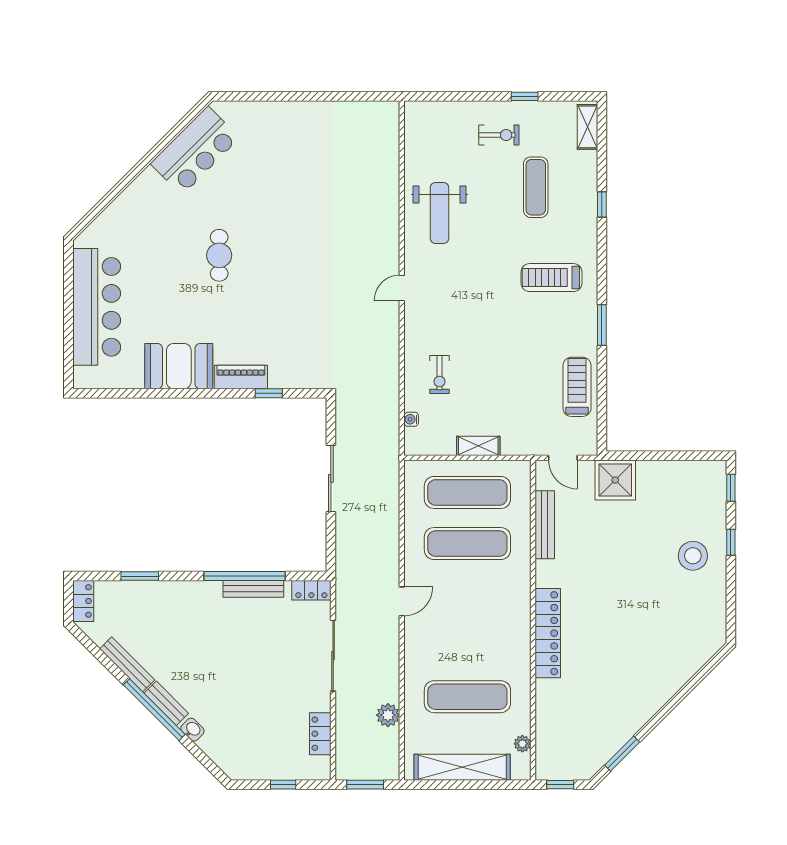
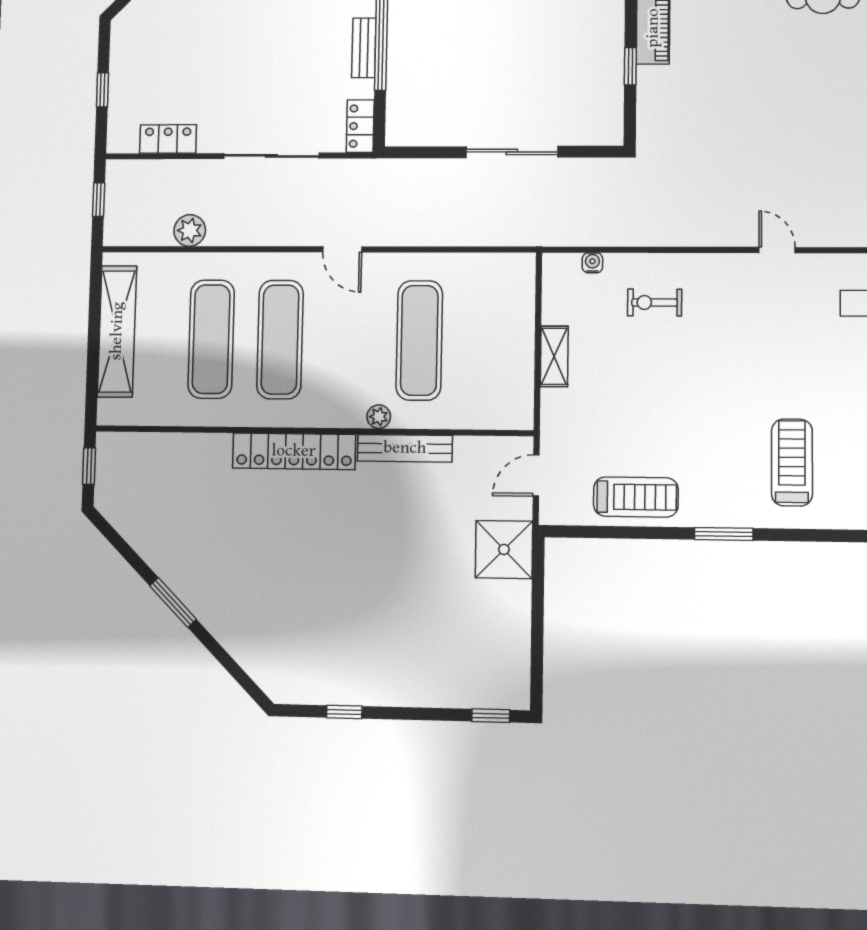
exercise mat: (467, 492) -> (280, 340), moved
bench: (545, 525) -> (405, 448), moved
window: (731, 542) -> (344, 712), moved
stool: (693, 556) -> (396, 659), removed
bench: (253, 589) -> (364, 48), width x0.73
plant: (522, 744) -> (379, 417), moved
window: (622, 754) -> (173, 603), moved
window: (365, 785) -> (99, 200), width x0.67

